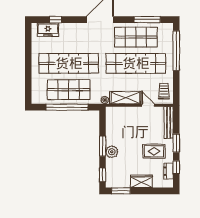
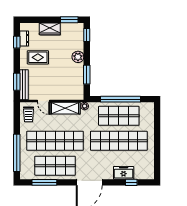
freezer: (48, 30) -> (124, 173), moved
window: (176, 143) -> (17, 82), moved
window: (102, 146) -> (87, 75), moved

